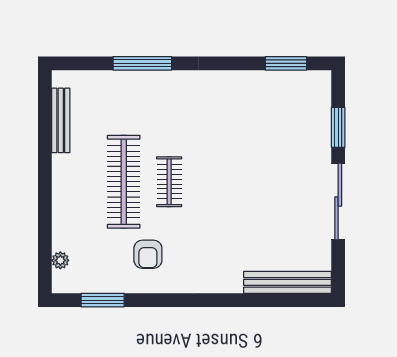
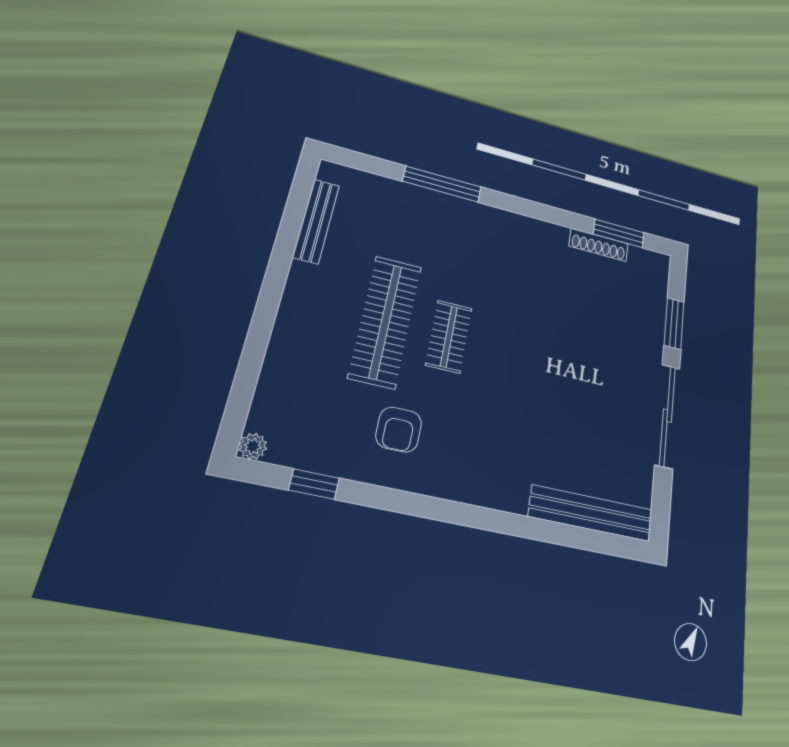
shoe rack: (271, 78) -> (599, 245), added
plant: (60, 260) -> (253, 446), moved
window: (103, 300) -> (314, 484), width x0.67

